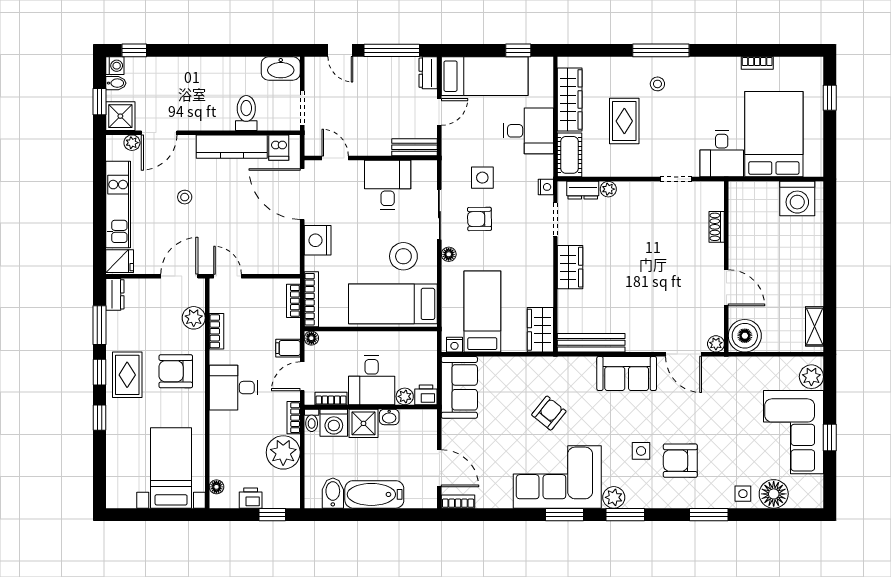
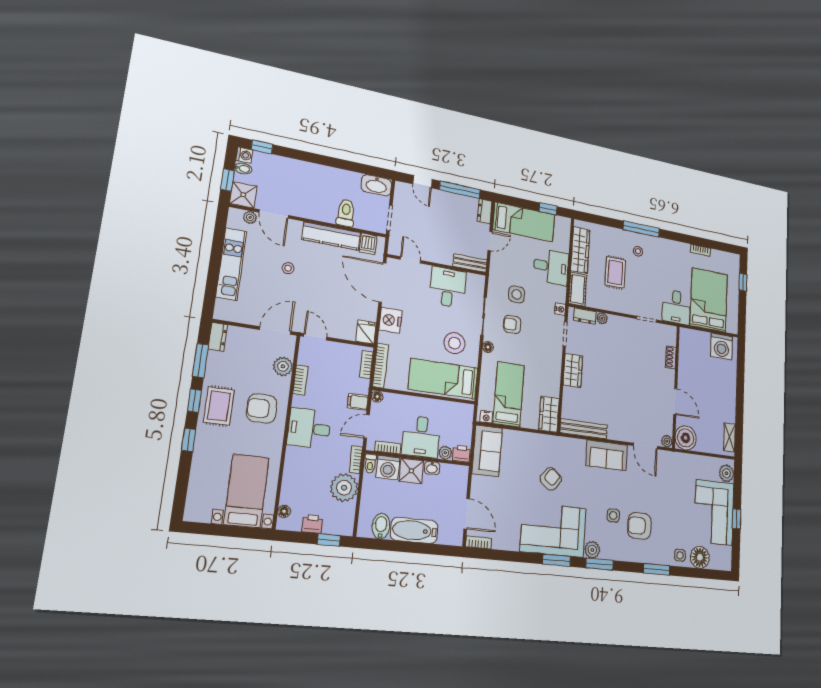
door: (159, 133) -> (274, 214), hinge flipped
fridge: (120, 261) -> (366, 332), moved, turned -90

